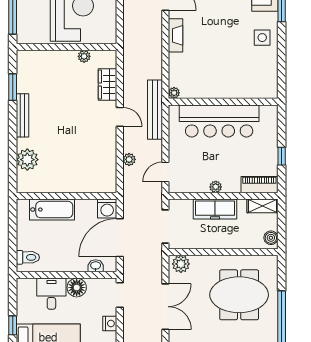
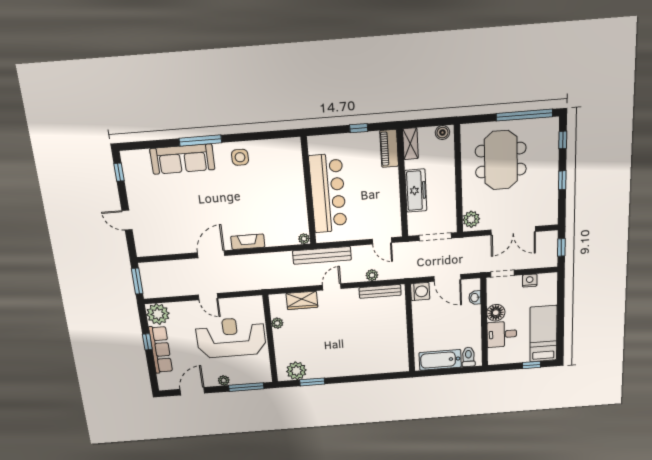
bench: (23, 115) -> (380, 291), moved
plant: (27, 160) -> (296, 371), moved
plant: (216, 187) -> (394, 192), removed
bathtub: (52, 210) -> (440, 360), moved, turned -90
door: (120, 238) -> (447, 278), width x0.73
double door: (165, 307) -> (513, 231), swing flipped

